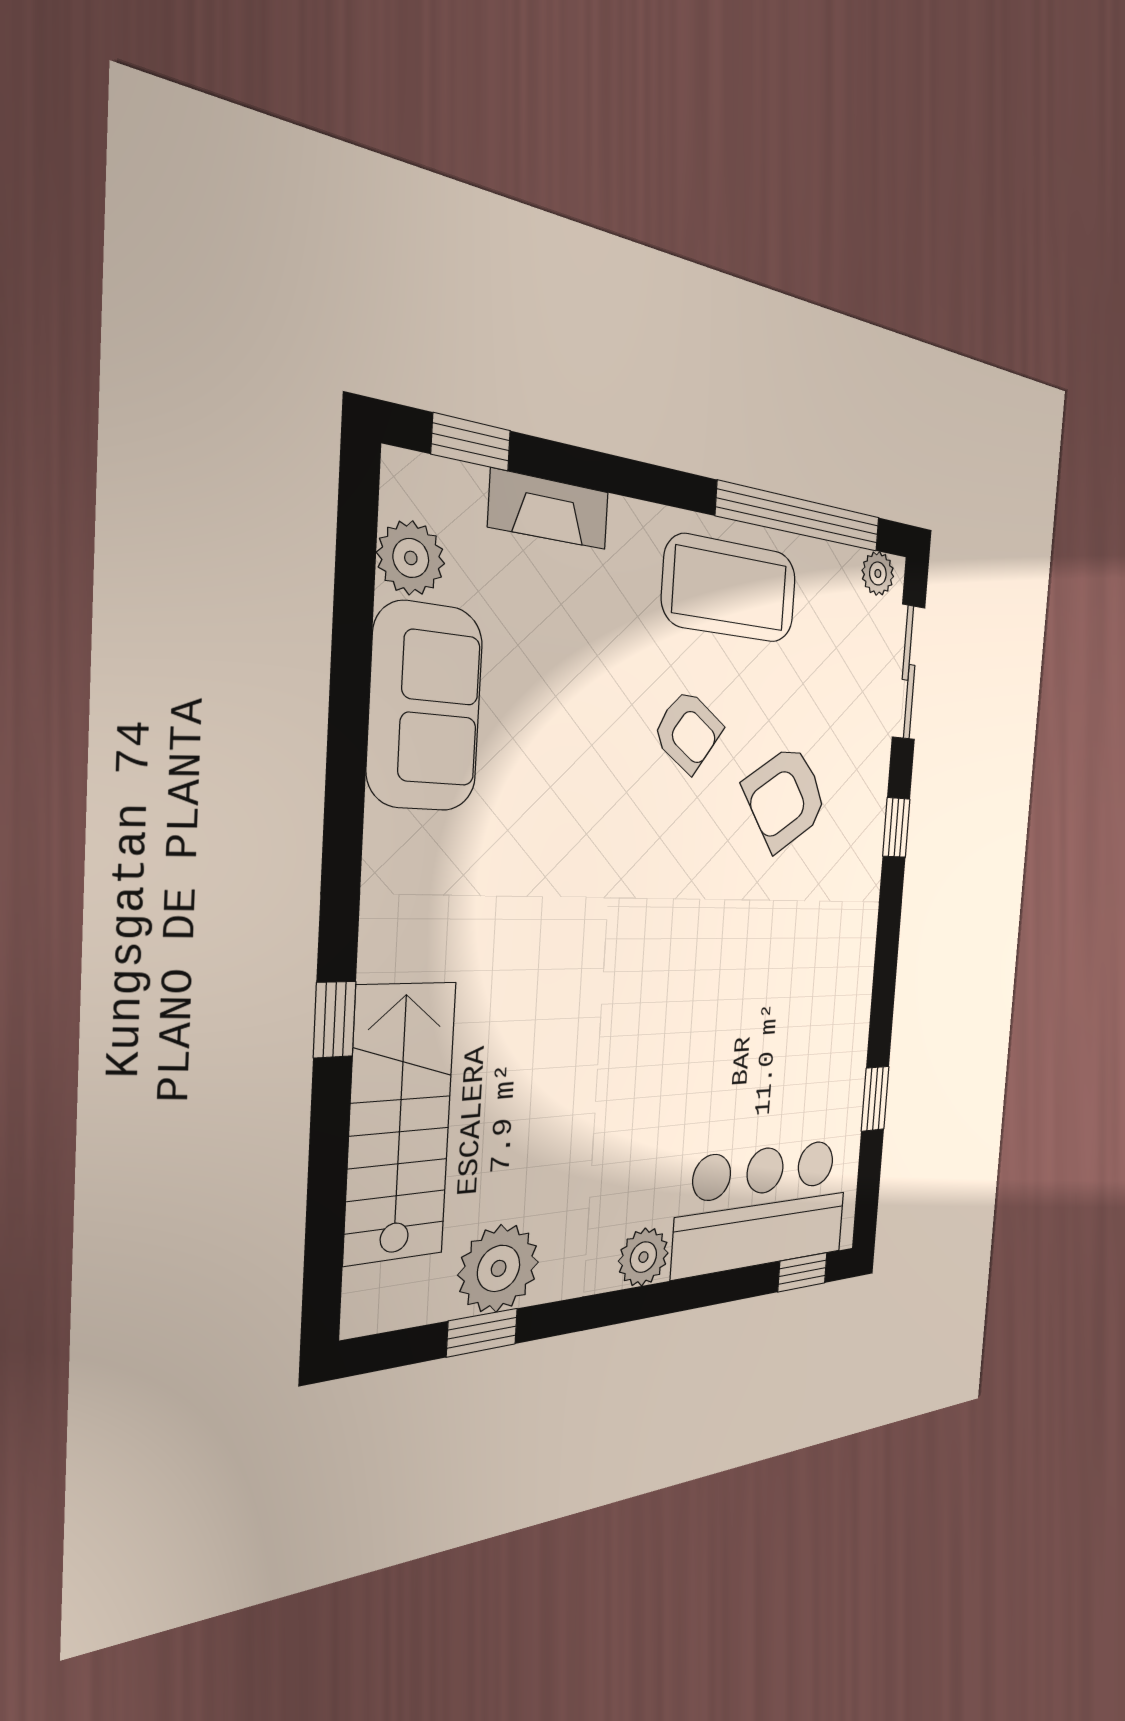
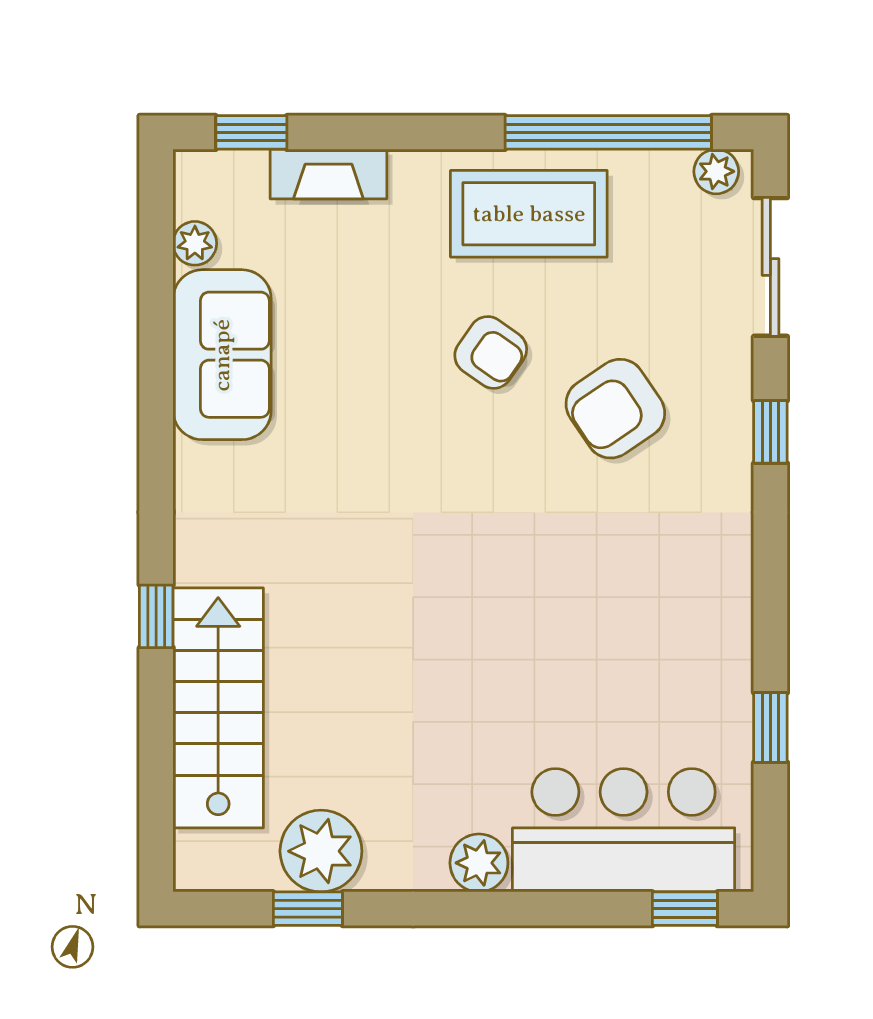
plant: (411, 558) -> (195, 243), width x0.73, depth x0.73

